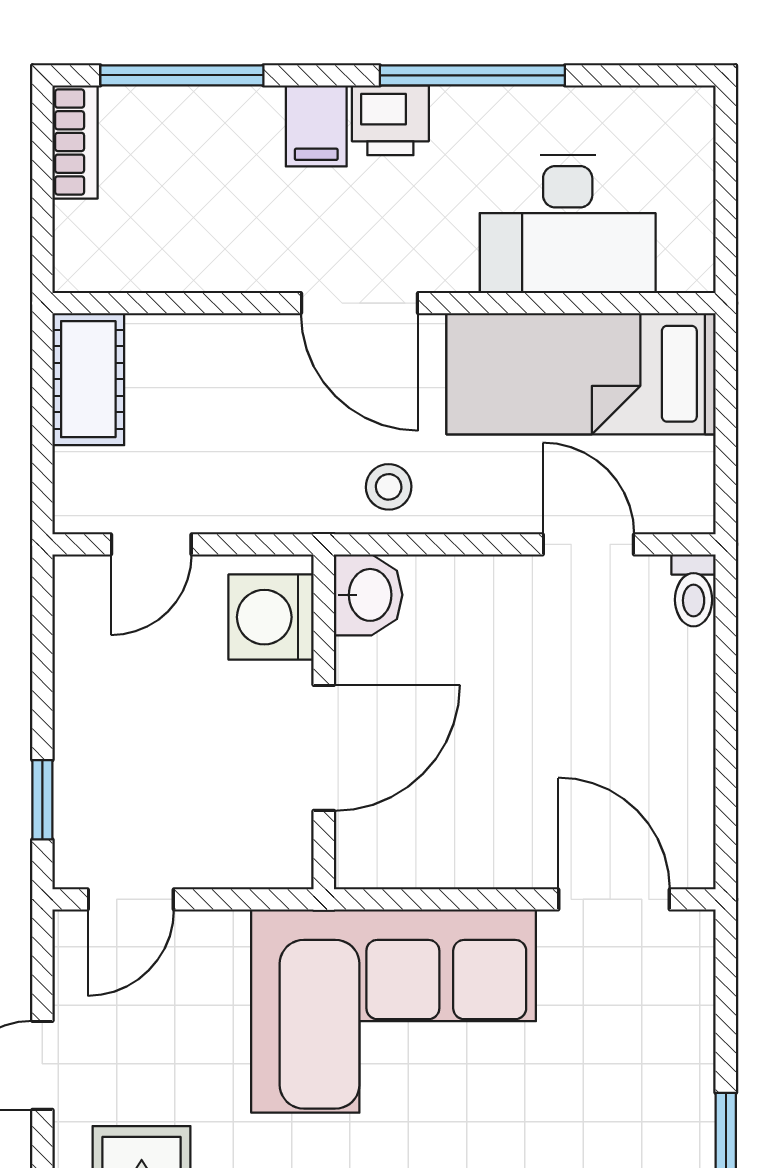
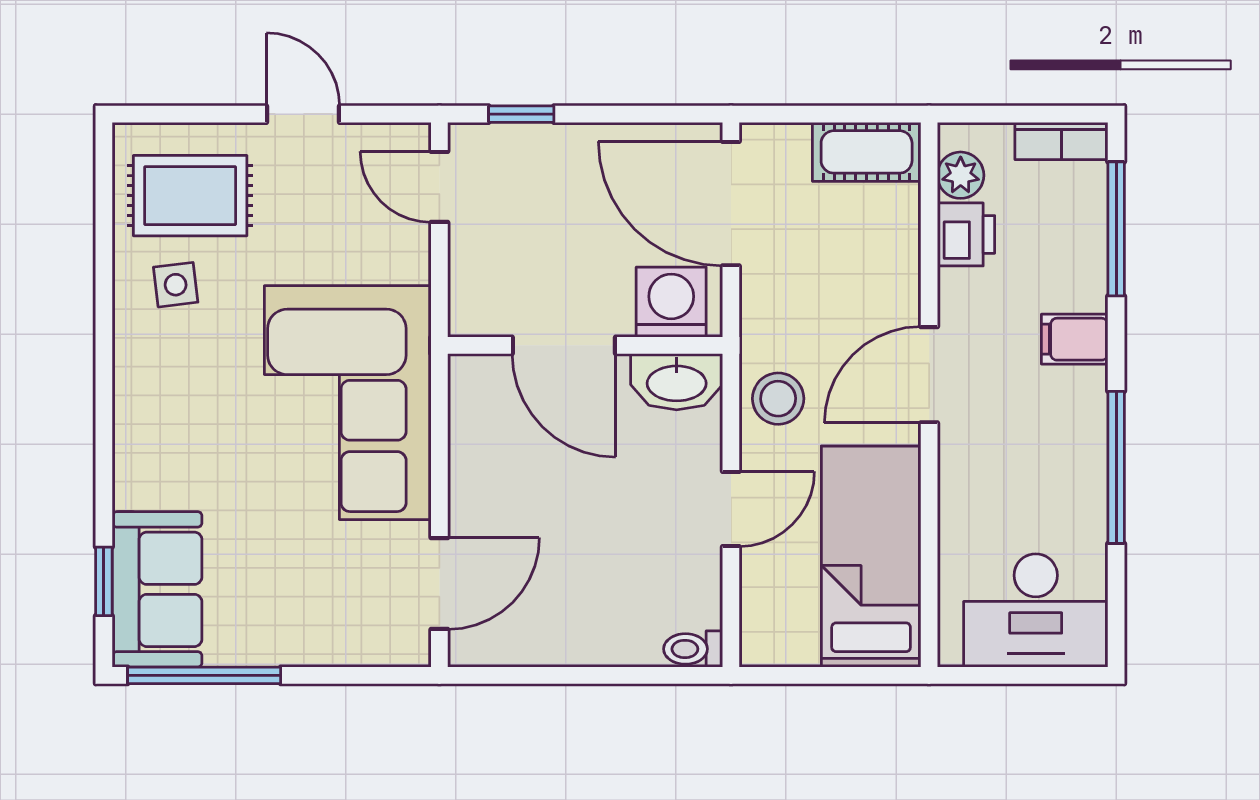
printer: (390, 120) -> (966, 234), moved, turned 180
desk: (568, 224) -> (1036, 610), moved, turned -90
plant: (117, 265) -> (961, 175), added
stool: (389, 487) -> (778, 399), width x1.37, depth x1.37
door: (151, 544) -> (731, 204), width x1.87
door: (588, 544) -> (731, 509), moved
washbasin: (368, 595) -> (677, 382), width x1.38

